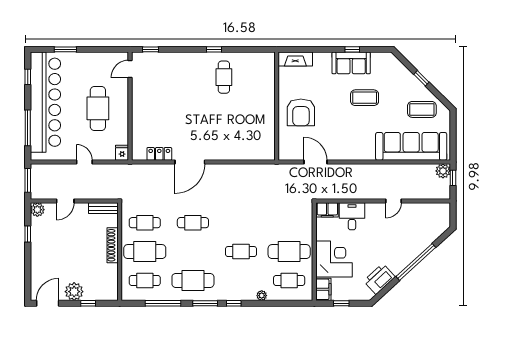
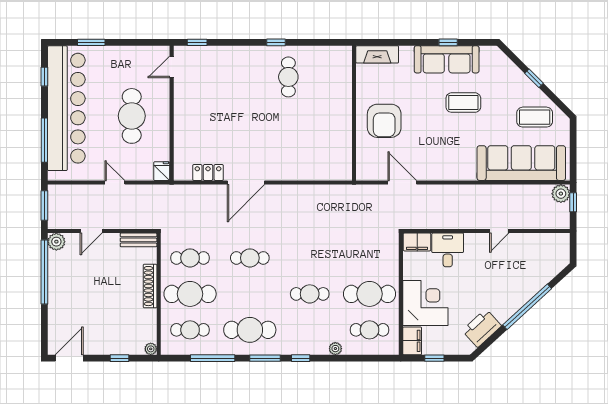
sofa: (351, 63) -> (447, 59), width x1.36
window: (28, 234) -> (44, 272), width x3.17
plant: (74, 292) -> (151, 349), moved, width x0.53, depth x0.53

